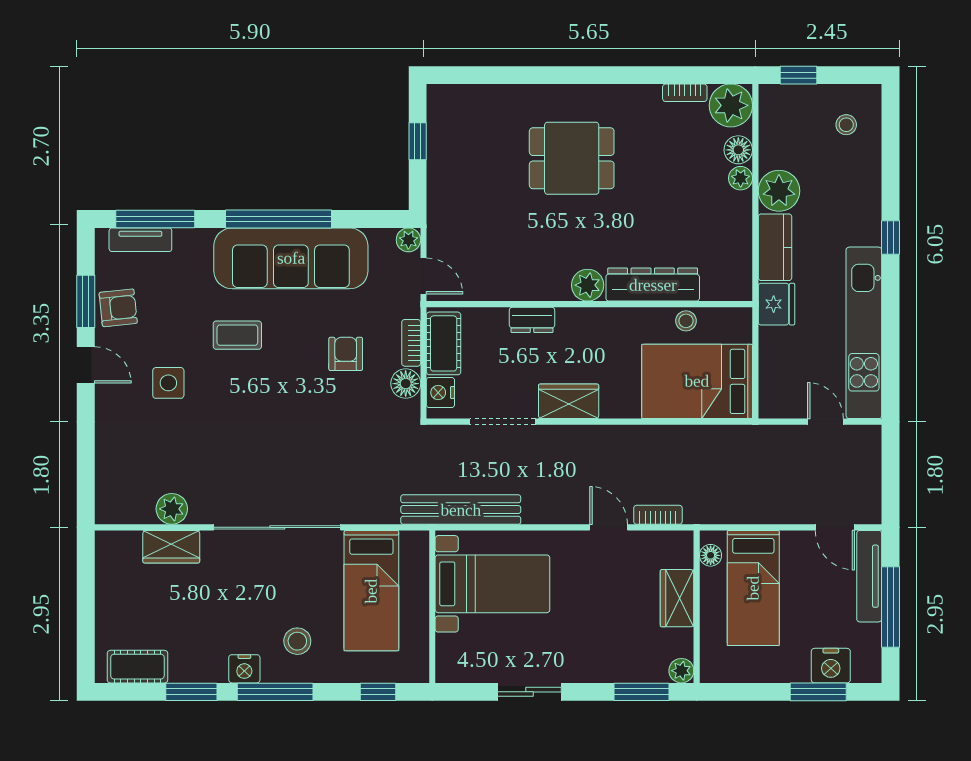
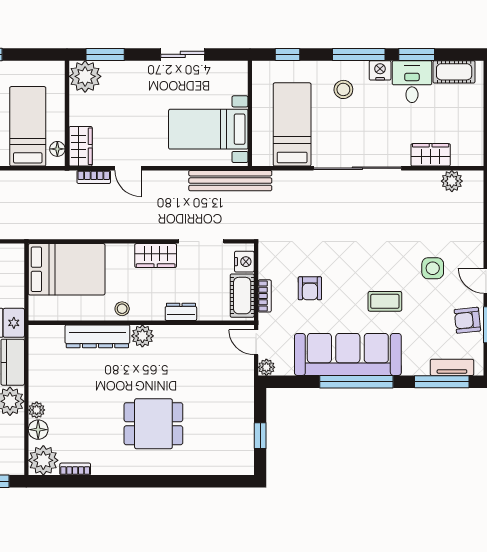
stool: (686, 321) -> (122, 309), moved
floor lamp: (406, 384) -> (268, 268), removed
plant: (172, 509) -> (452, 181), moved
wardrobe: (677, 598) -> (81, 146), moved
desk: (198, 653) -> (412, 82), added
plant: (681, 671) -> (85, 76), width x1.88, depth x1.88

